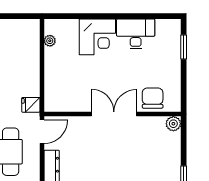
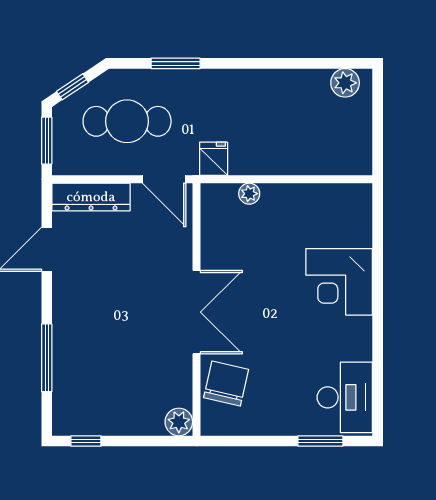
desk: (136, 34) -> (345, 397), moved
plant: (50, 41) -> (249, 194), moved
chair: (153, 98) -> (226, 384), turned -77

